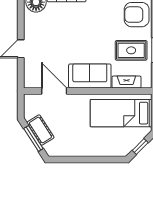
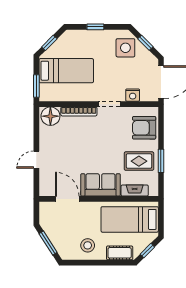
cot: (40, 130) -> (120, 253), moved, turned -57
stool: (76, 141) -> (88, 245), added

